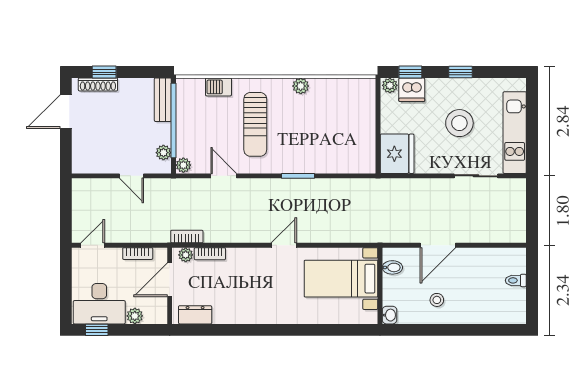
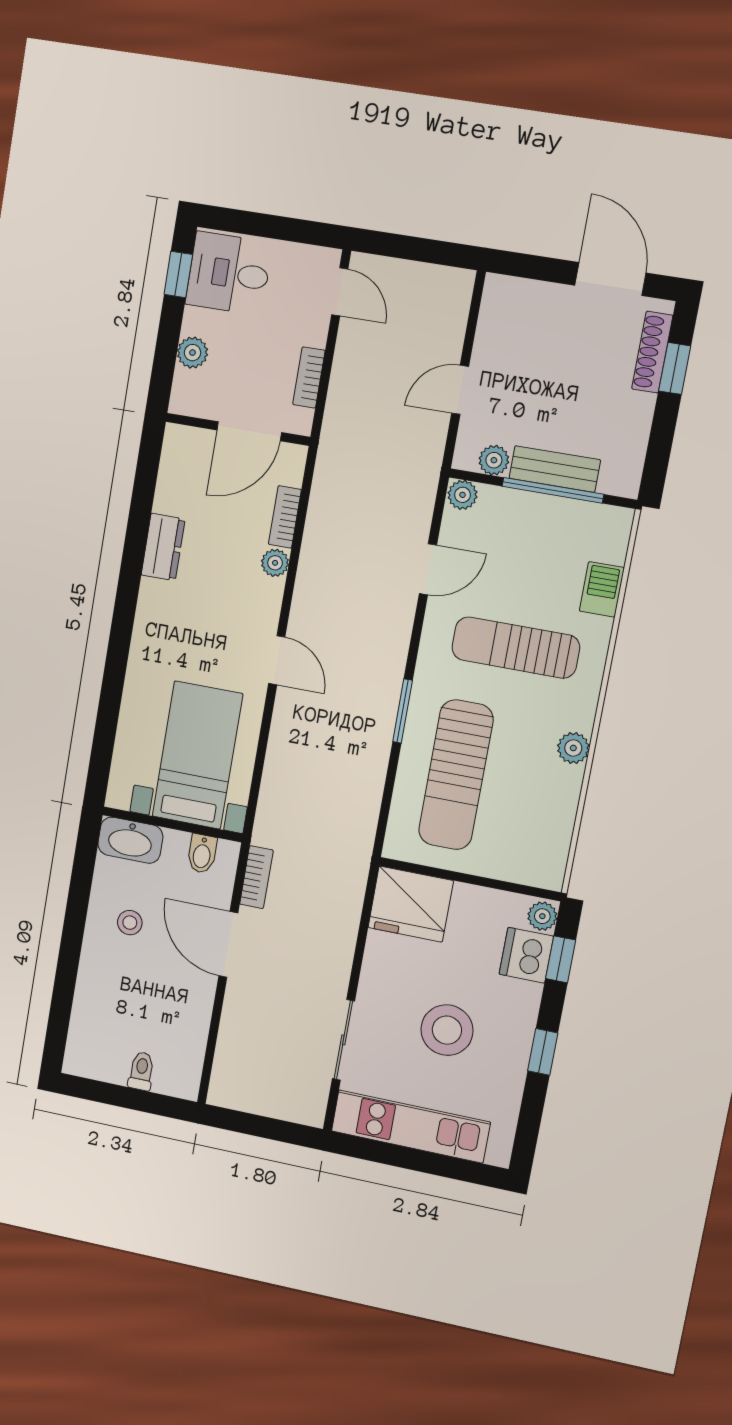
bench: (163, 100) -> (555, 469), moved
window: (173, 120) -> (553, 490), width x0.68
sun lounger: (326, 143) -> (456, 775), added
bookcase: (187, 237) -> (256, 877), moved
plant: (186, 255) -> (275, 563), moved
door: (170, 280) -> (249, 431), swing flipped
desk: (99, 304) -> (229, 273), width x0.73
dresser: (195, 315) -> (163, 547), moved
washbasin: (390, 315) -> (130, 840), width x1.91, depth x1.45

